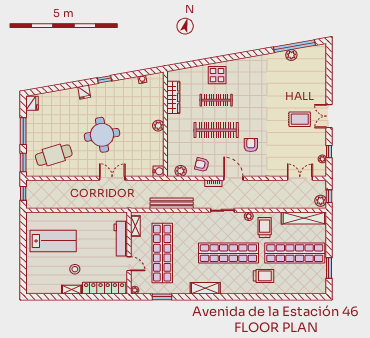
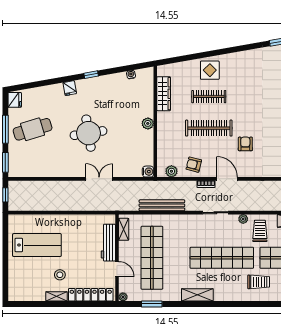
cafe table: (54, 155) -> (33, 129), moved

